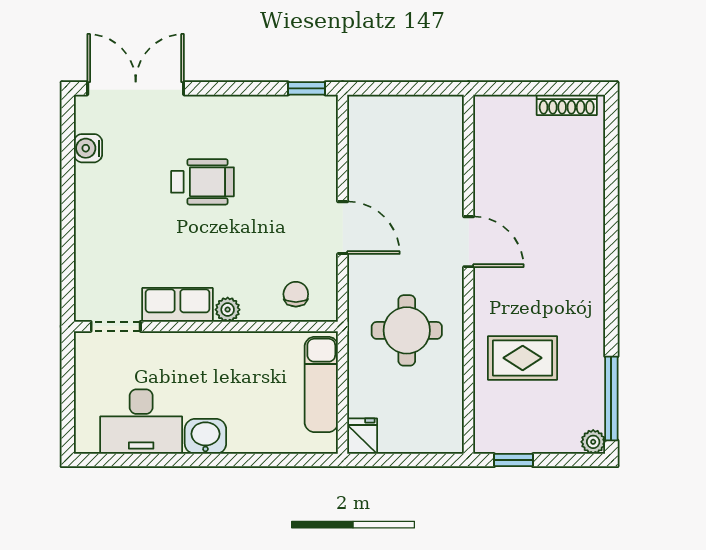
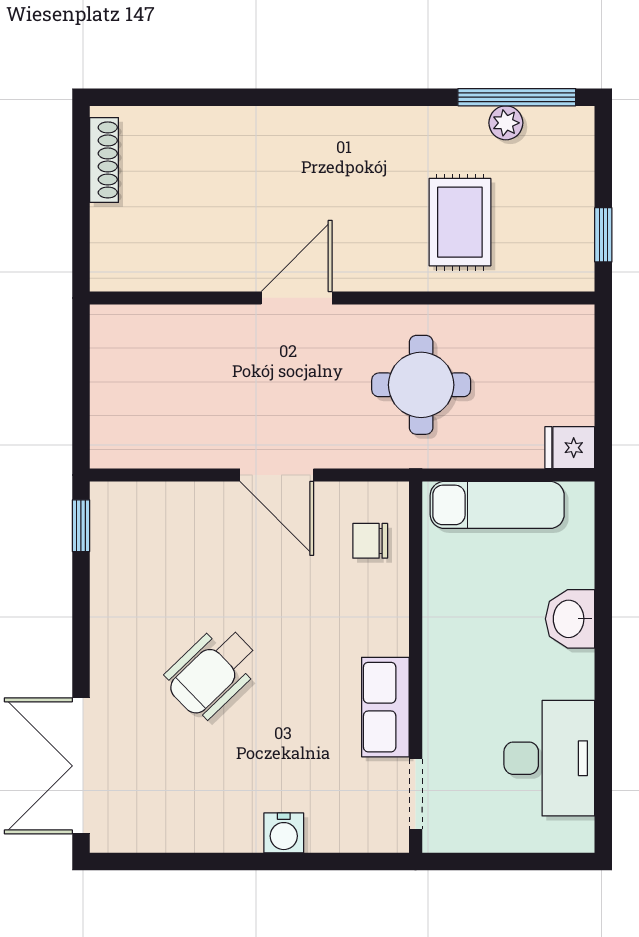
water cooler: (88, 148) -> (284, 833), moved
wheelchair: (202, 182) -> (212, 672), turned -134
door: (343, 228) -> (277, 475), swing flipped
plant: (228, 310) -> (392, 637), removed
washbasin: (205, 436) -> (570, 619), moved
plant: (593, 442) -> (506, 123), moved

